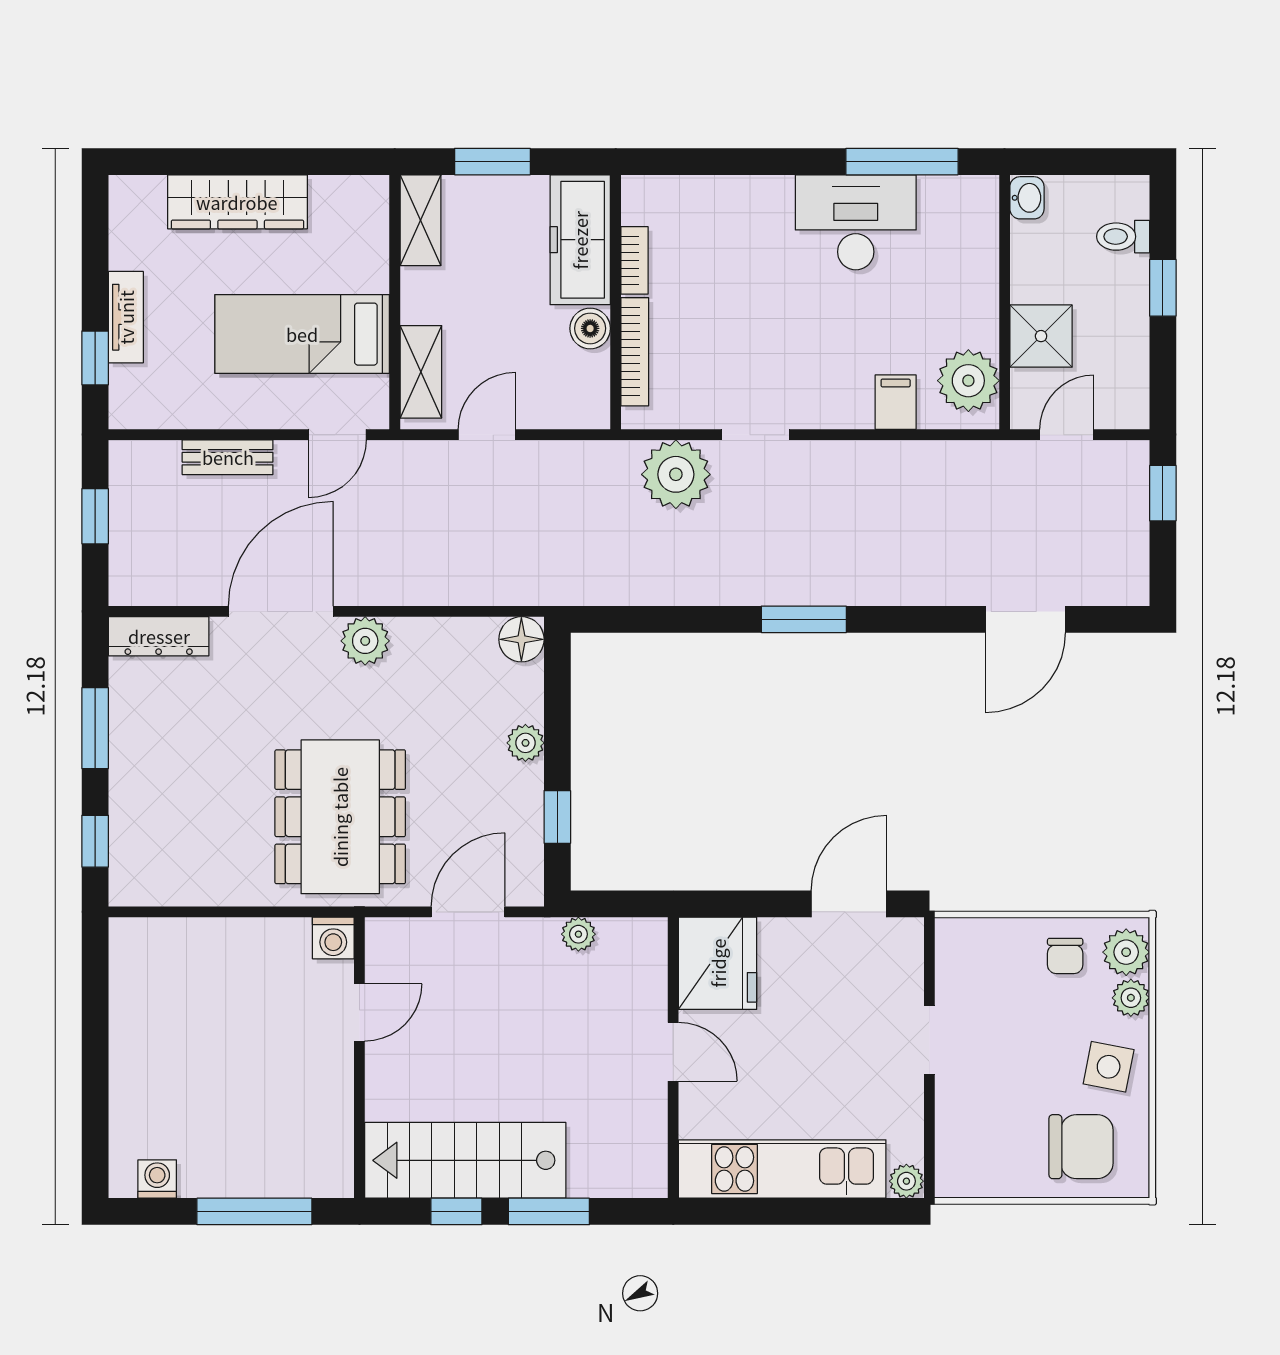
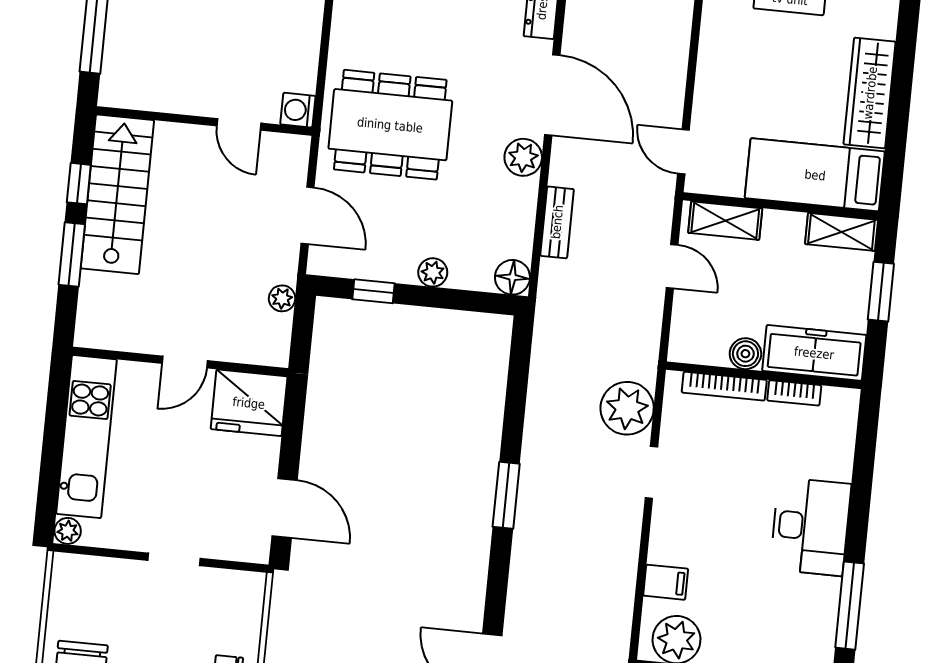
desk: (856, 222) -> (810, 527), moved
bed: (302, 334) -> (815, 175), moved, turned -90
bench: (228, 457) -> (557, 222), moved

